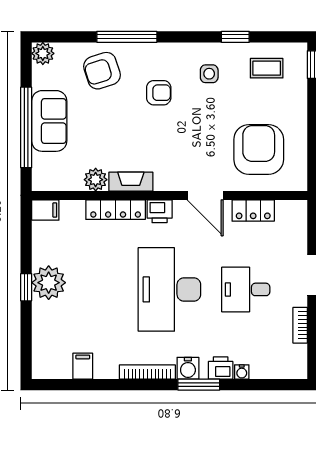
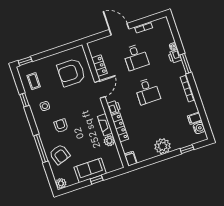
window: (26, 127) -> (97, 180), width x0.32
window: (26, 287) -> (187, 149), moved
desk: (169, 289) -> (147, 91), width x0.53, depth x0.77
water cooler: (188, 368) -> (199, 128), moved

